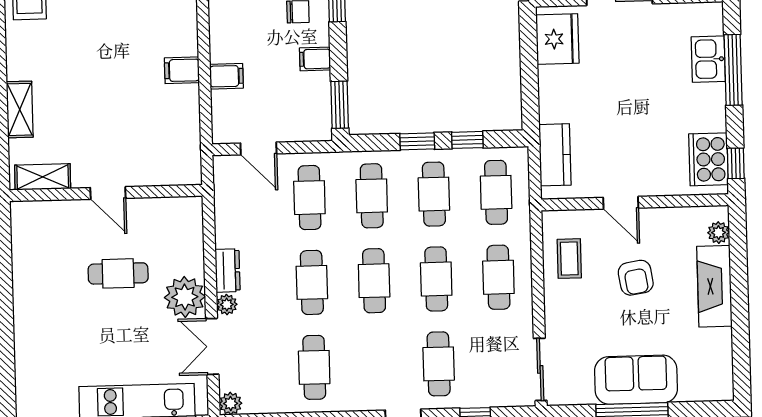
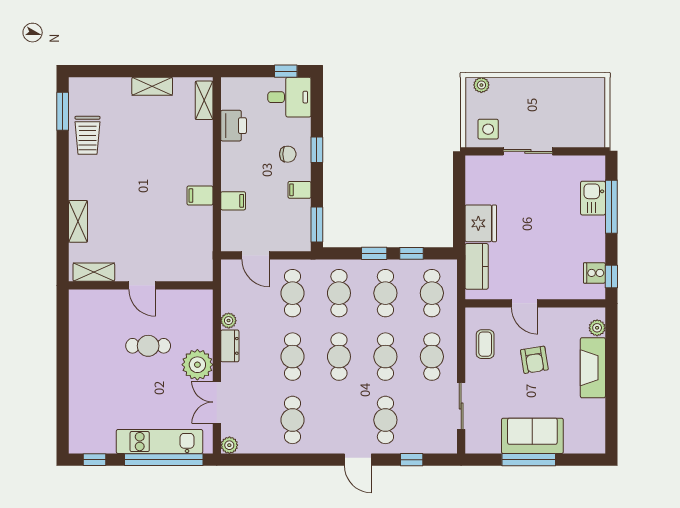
fridge: (557, 39) -> (481, 223), moved
cooker: (708, 159) -> (594, 273), width x0.53, depth x0.76
plant: (227, 305) -> (229, 321), moved
sliding door: (540, 369) -> (461, 406), moved

